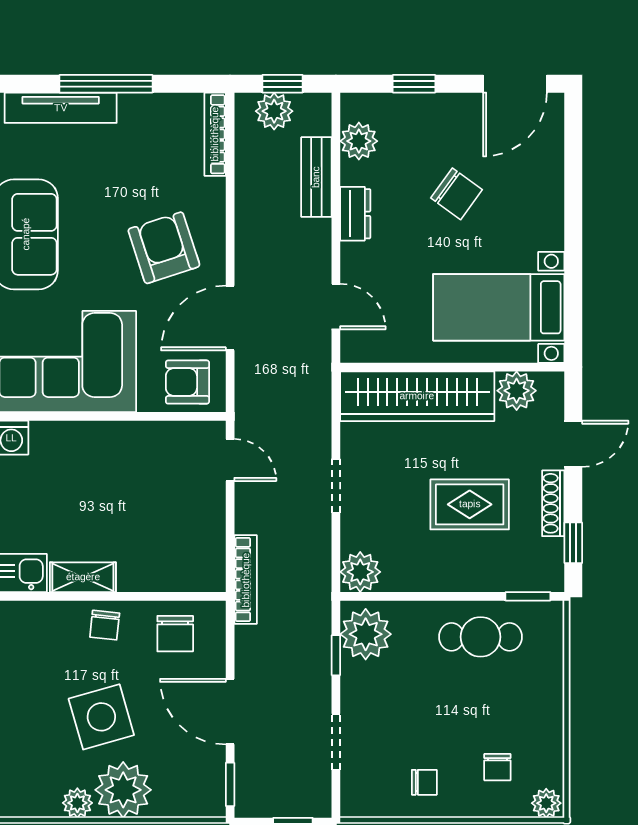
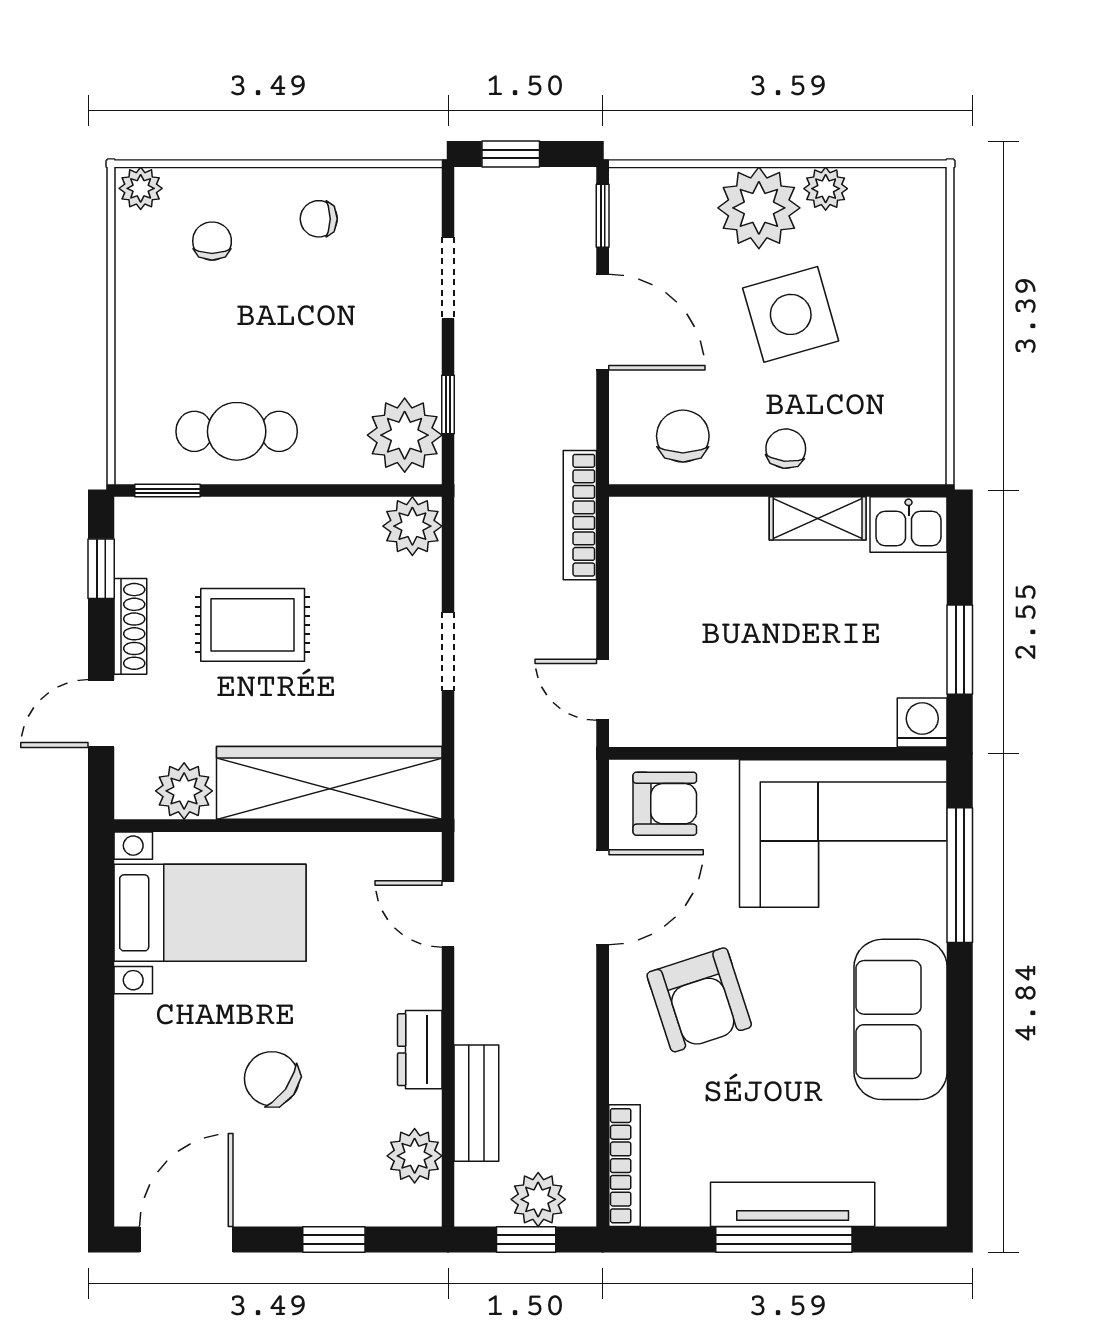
tv unit: (61, 108) -> (793, 1204), moved

